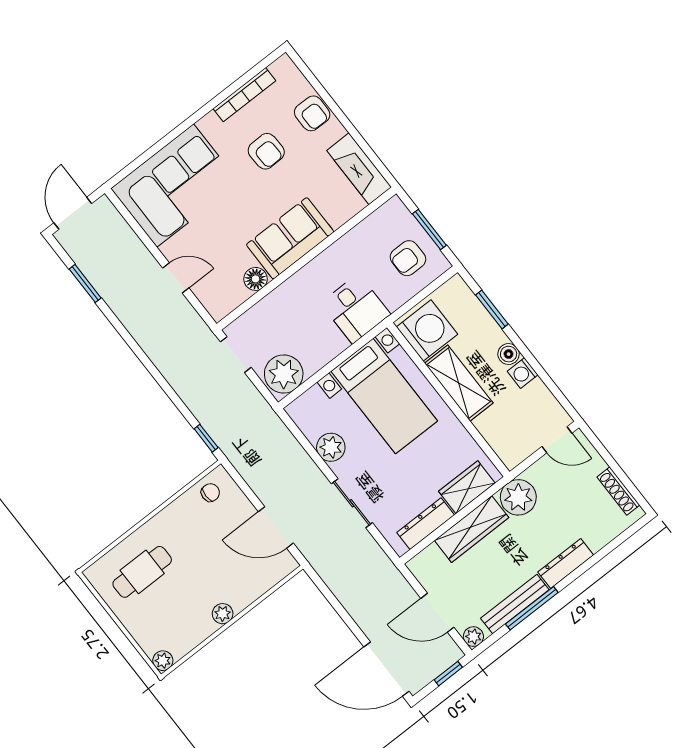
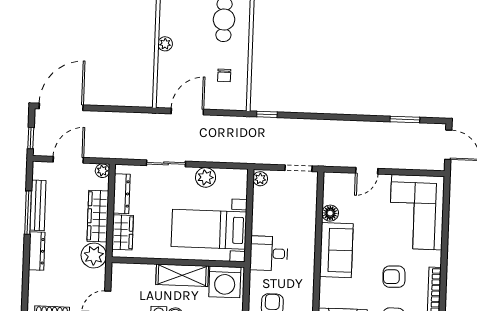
plant: (284, 374) -> (260, 179), width x0.53, depth x0.53
chair: (210, 493) -> (224, 75), moved
plant: (473, 637) -> (102, 171), moved

